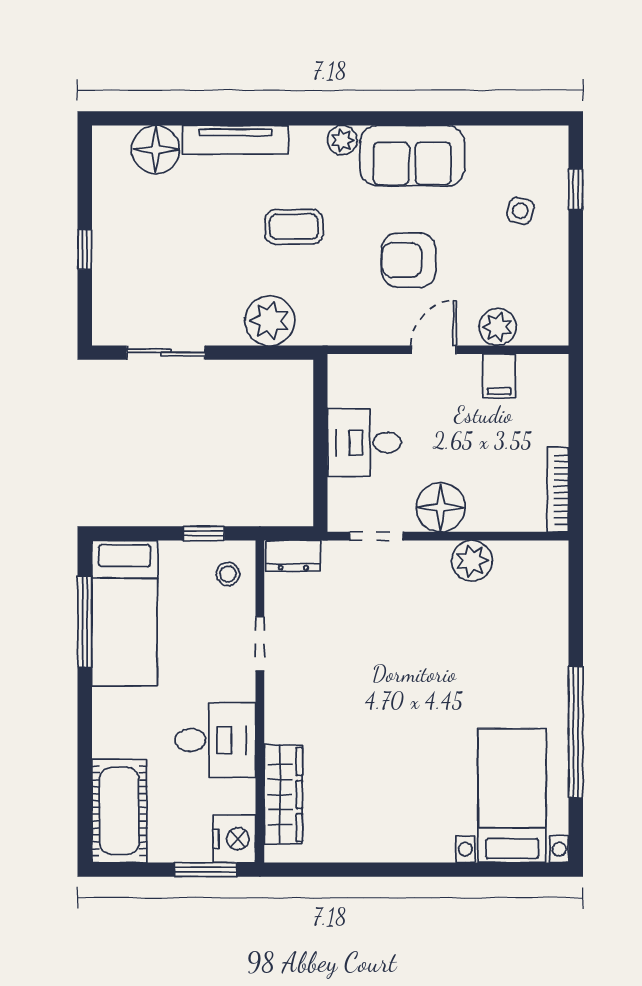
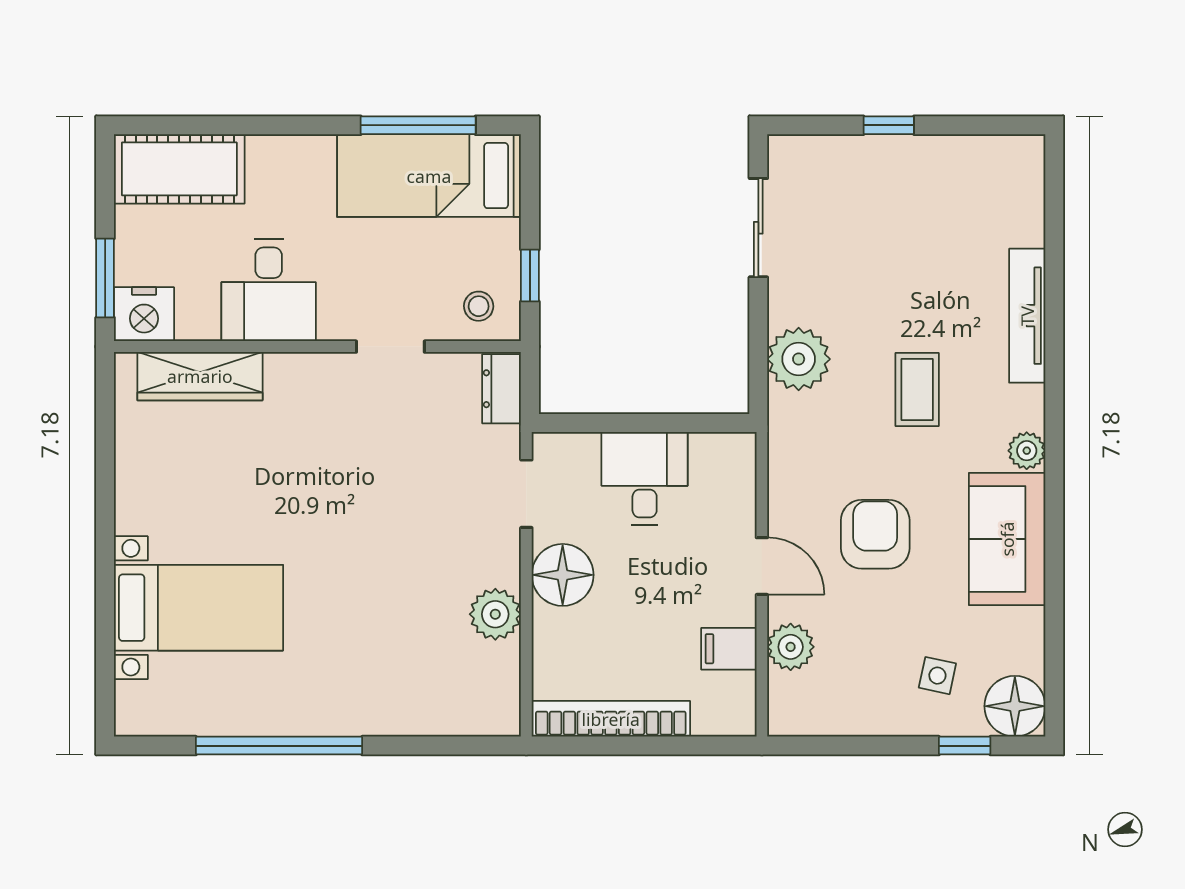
floor lamp: (156, 149) -> (1015, 706), moved
bookcase: (558, 490) -> (611, 719), width x1.48, depth x1.31
bed with nightstands: (512, 796) -> (199, 608), moved

